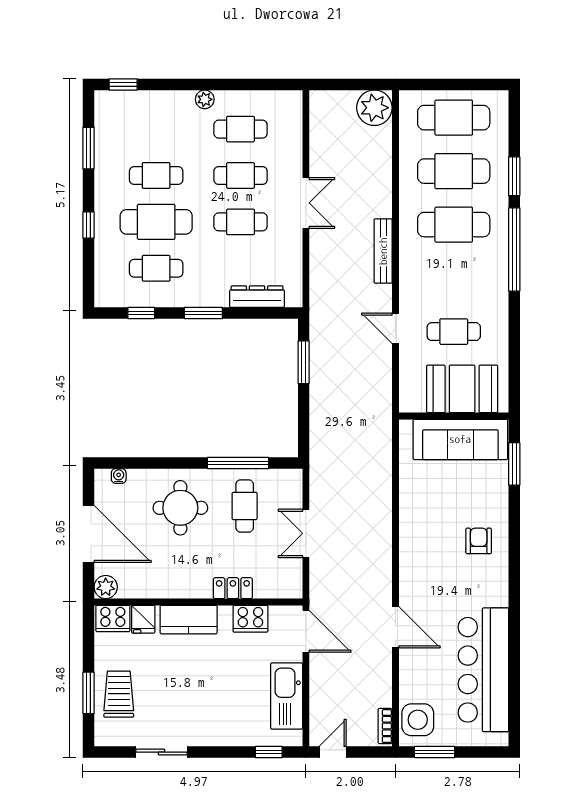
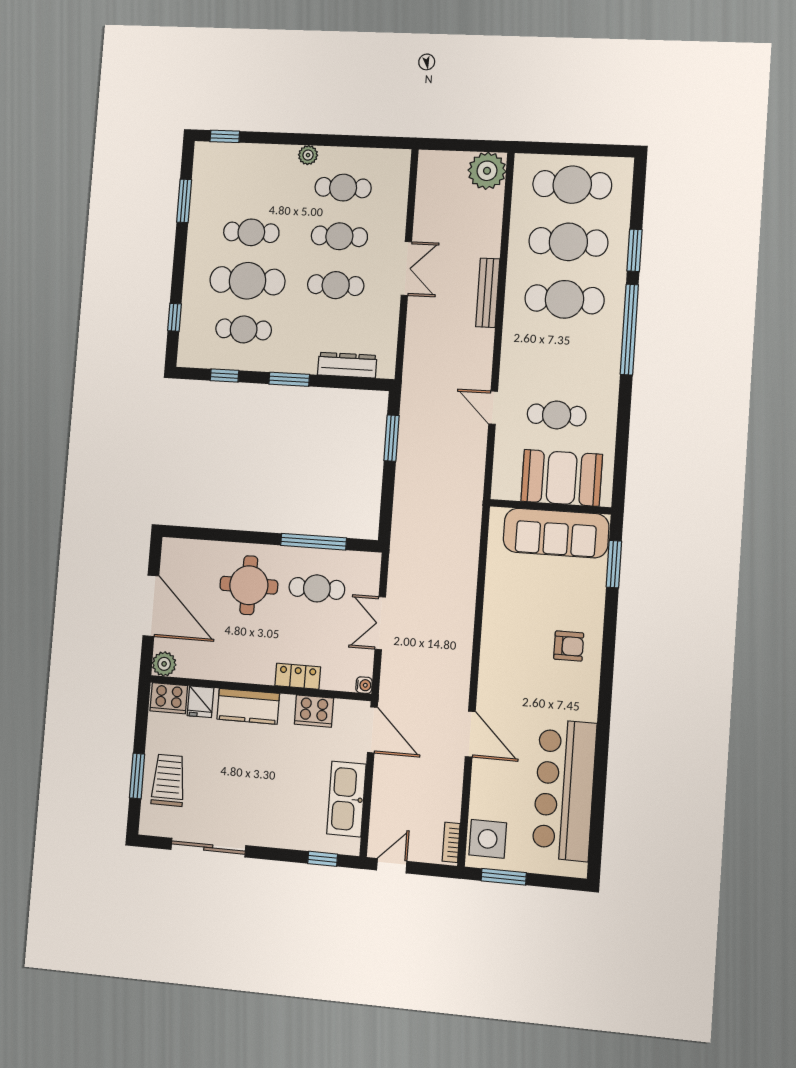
window: (89, 225) -> (175, 317), moved
bench: (383, 251) -> (488, 293), moved
water cooler: (119, 476) -> (364, 685), moved, turned 90
cafe table: (245, 506) -> (317, 588), turned 90
armchair: (479, 541) -> (569, 646), turned 90
sliding door: (161, 752) -> (208, 848), width x1.37

